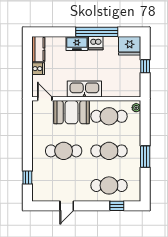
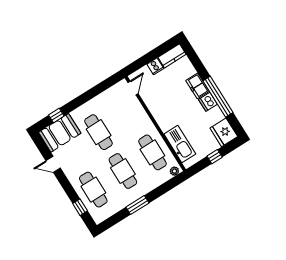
kitchen sink: (84, 89) -> (180, 144), moved
booth: (72, 112) -> (60, 133), moved, turned 90

